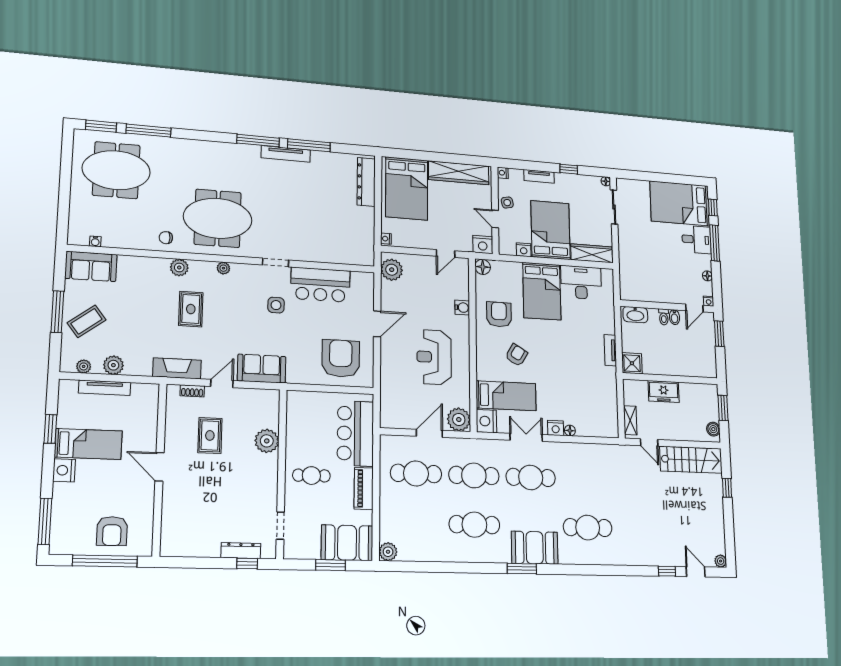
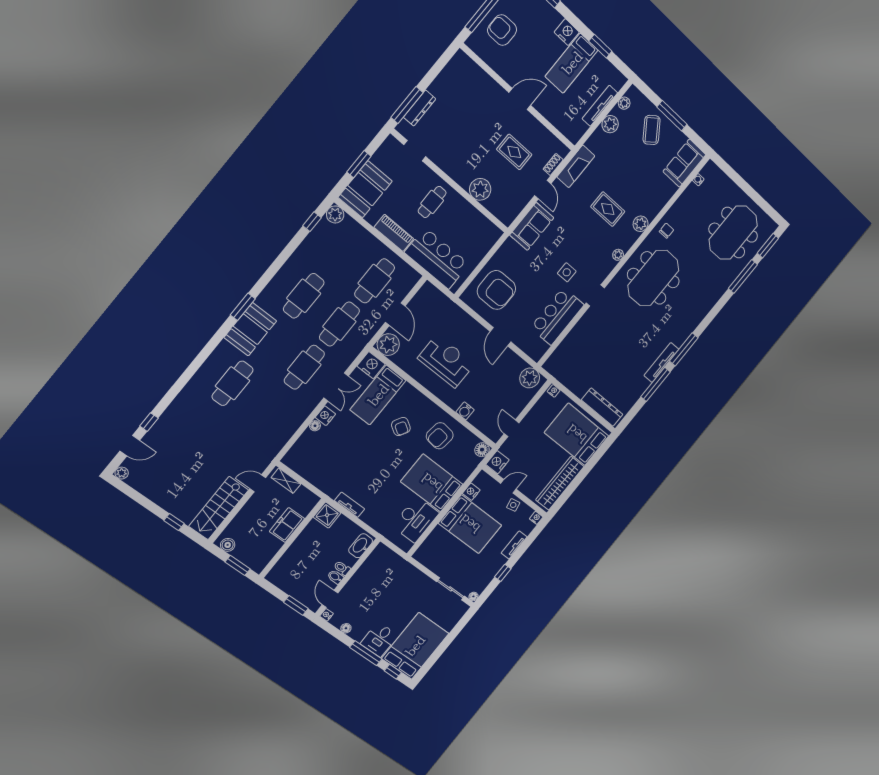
wardrobe: (592, 253) -> (430, 545), removed
armchair: (499, 314) -> (440, 436), turned 97
window: (247, 564) -> (407, 105), width x2.17
window: (409, 567) -> (312, 222), added

